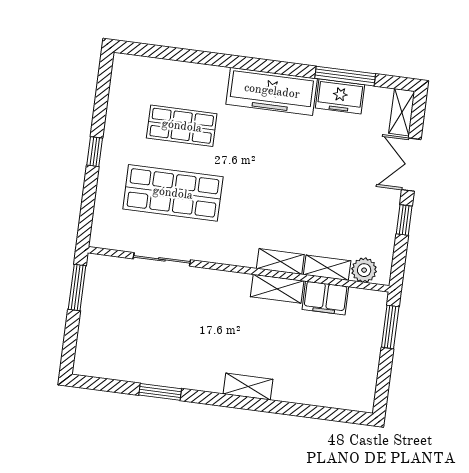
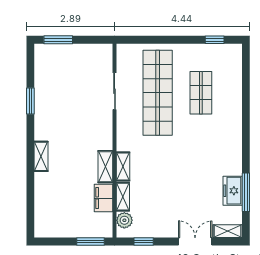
freezer: (272, 91) -> (230, 147), removed
window: (95, 152) -> (215, 40), moved
shop shelf: (173, 193) -> (158, 93), width x1.40
window: (404, 220) -> (144, 242), moved
window: (77, 288) -> (58, 40), moved

